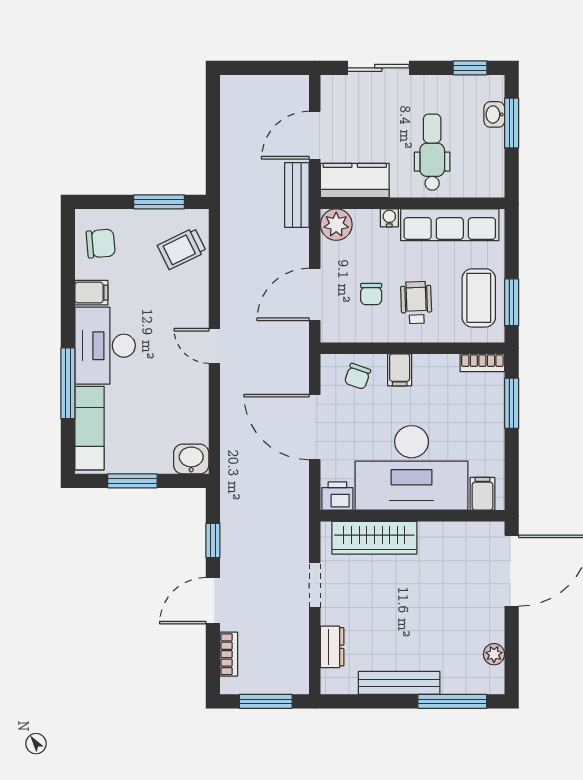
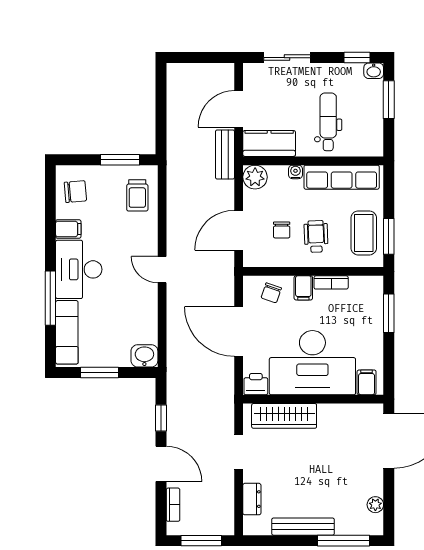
washbasin: (494, 114) -> (374, 71), moved, turned -90
trolley: (182, 249) -> (137, 195), turned -64
bookcase: (482, 363) -> (331, 282), moved
door: (213, 601) -> (161, 464), swing flipped

